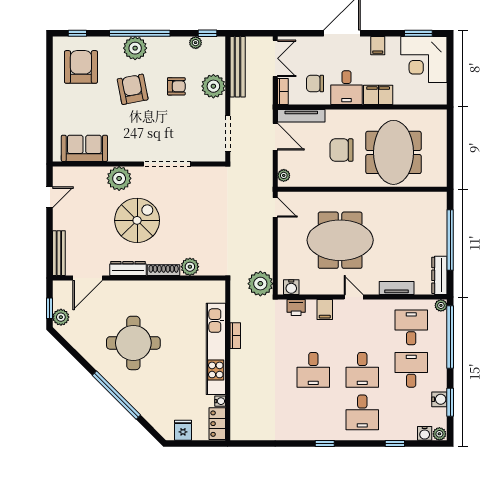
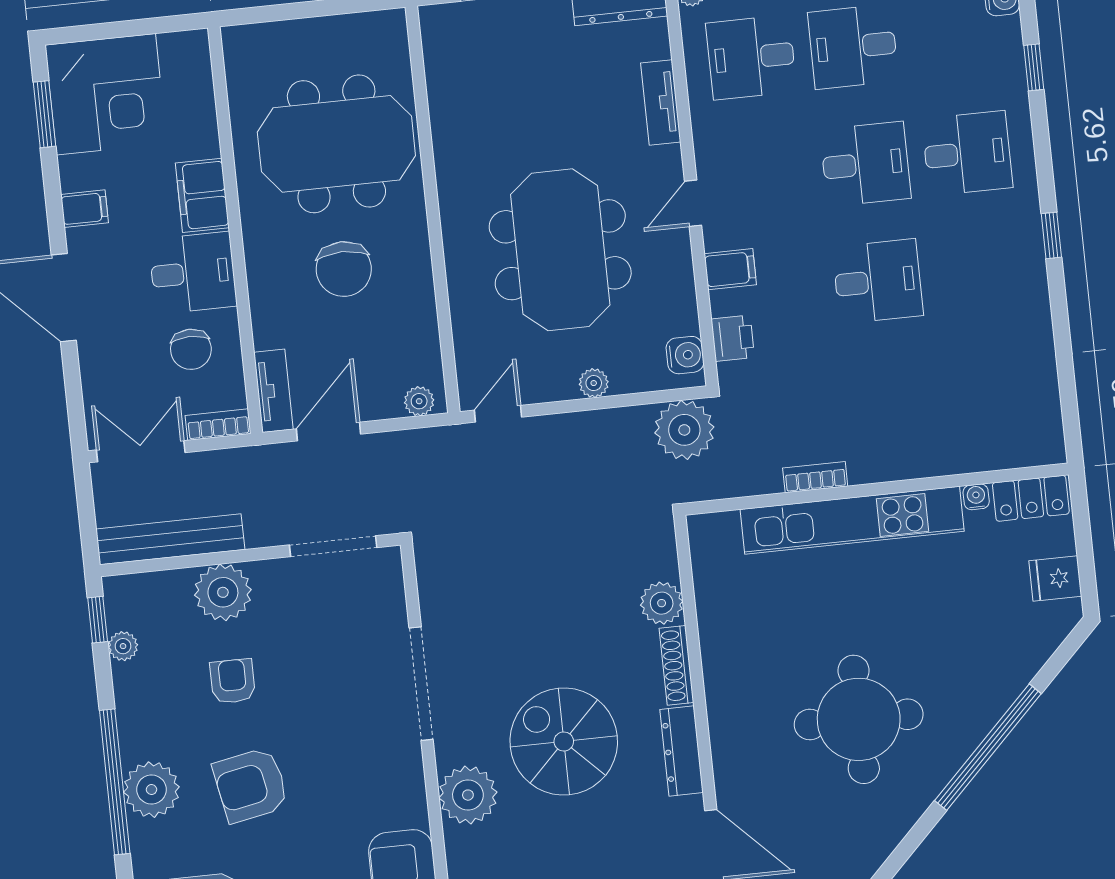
tv unit: (301, 116) -> (273, 391), width x0.71
plant: (284, 248) -> (594, 383), added

